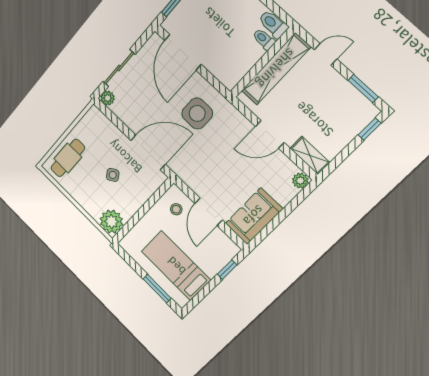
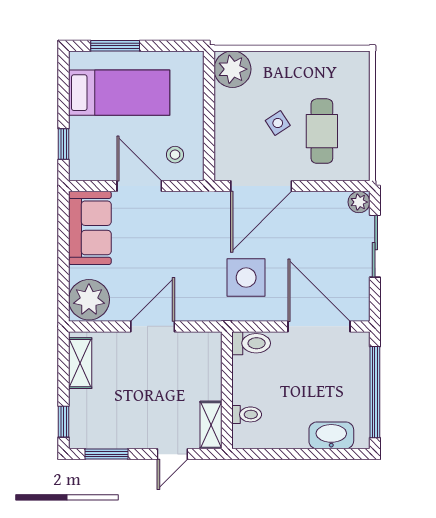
toilet: (273, 24) -> (251, 343), moved
shelving: (276, 69) -> (211, 425), width x0.45, depth x0.75
shelving: (310, 155) -> (80, 363), moved, turned 90
cafe table: (68, 158) -> (322, 131), moved
plant: (300, 181) -> (89, 300), width x1.87, depth x1.87

